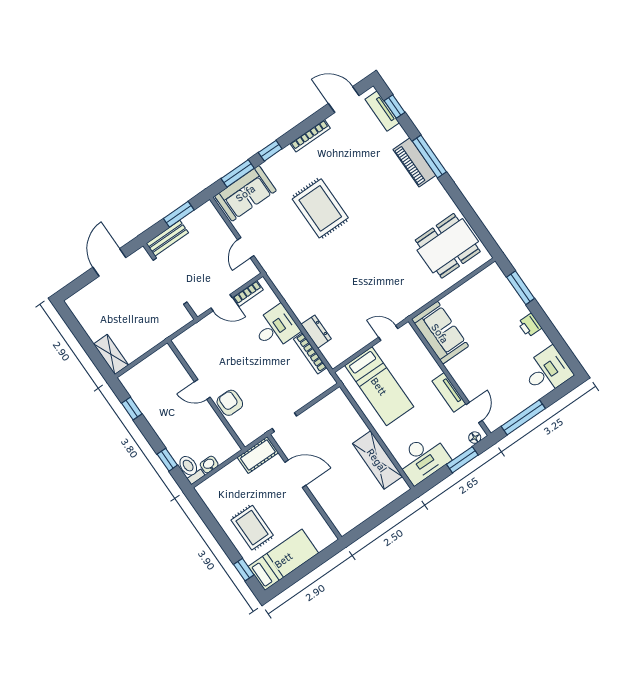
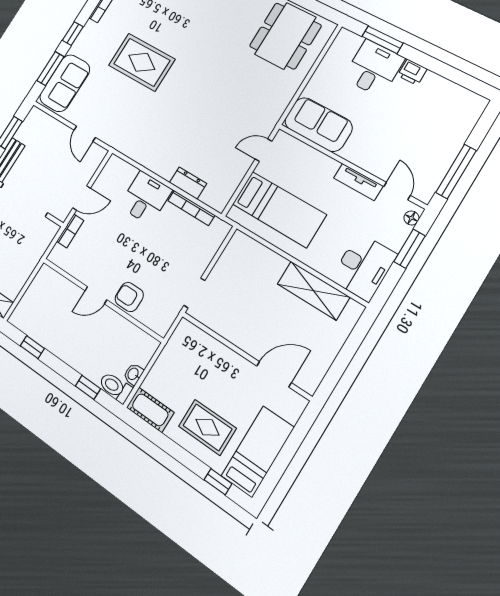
bookcase: (248, 293) -> (70, 231), moved
desk: (547, 371) -> (374, 68), moved
cot: (258, 455) -> (150, 410), moved, turned 90
door: (295, 474) -> (274, 374), moved

